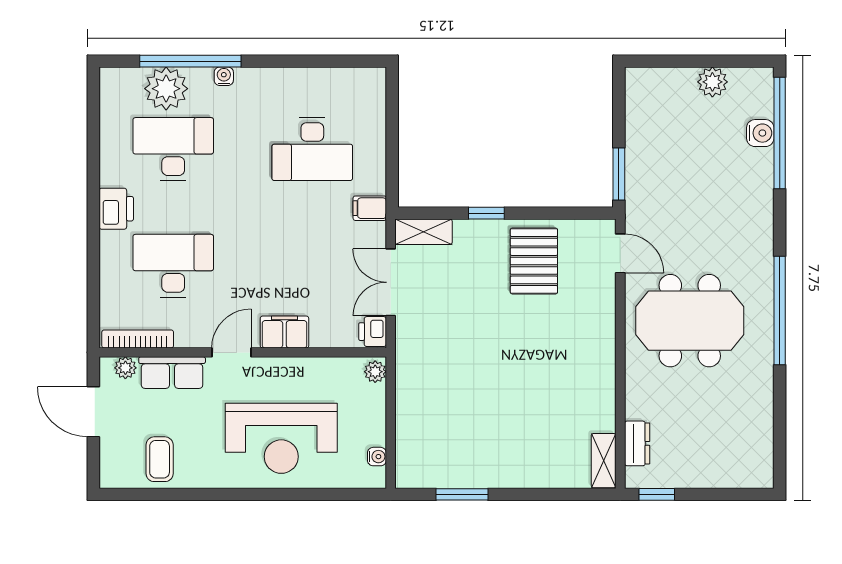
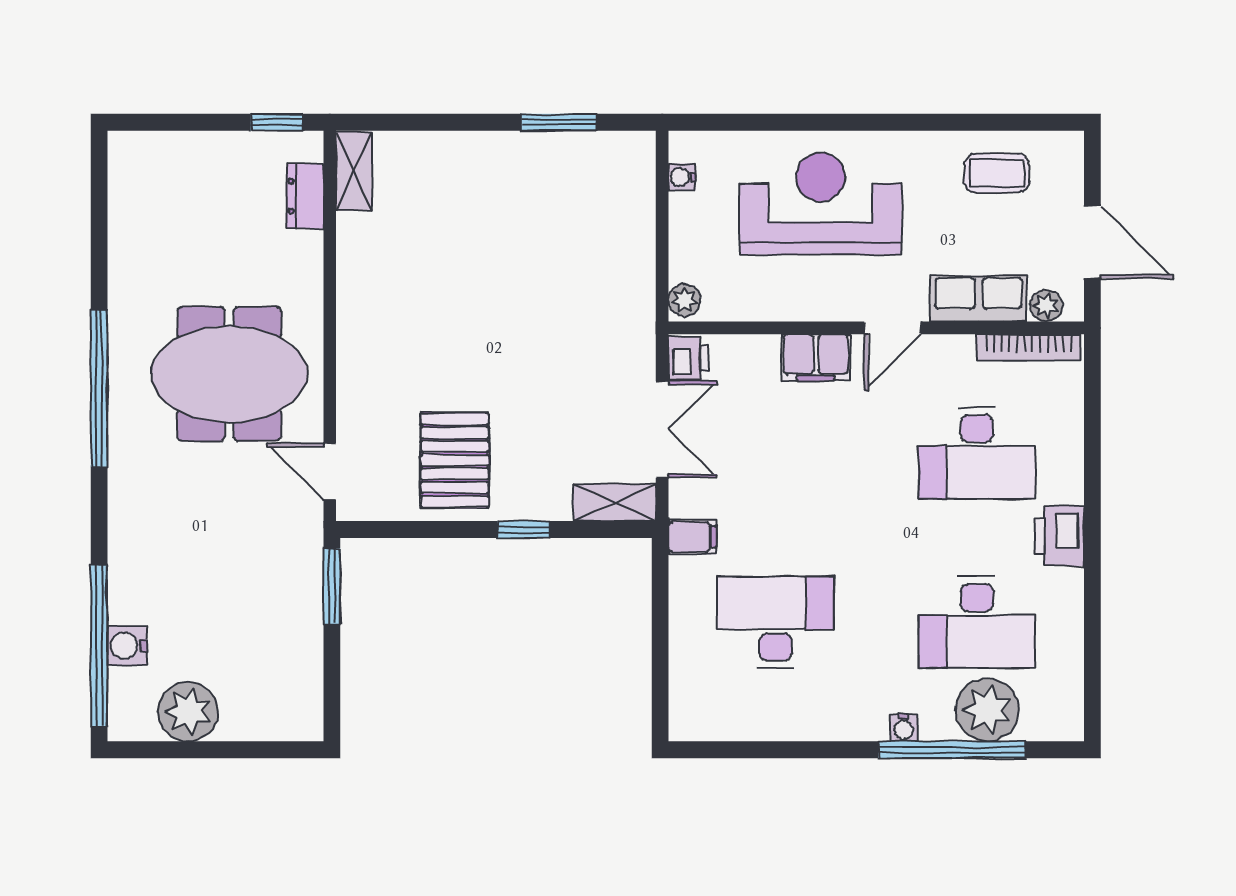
plant: (712, 82) -> (188, 712), width x1.36, depth x1.36
coffee table: (160, 459) -> (997, 173), turned 90

